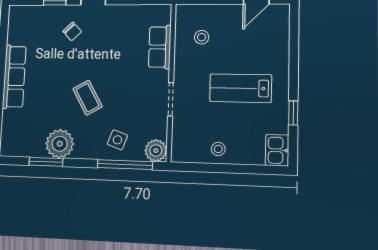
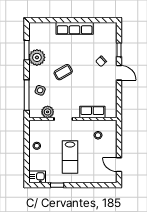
lab bench: (241, 88) -> (70, 157), turned 180
plant: (156, 151) -> (48, 112), moved

